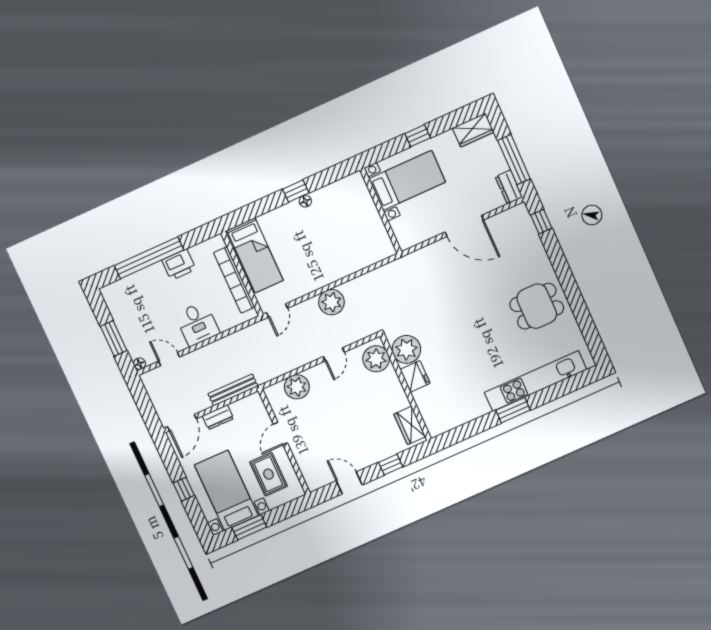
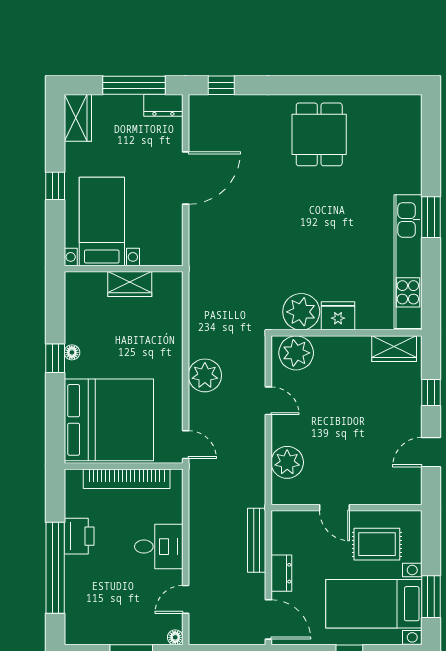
wardrobe: (372, 220) -> (130, 284), added
bed: (255, 255) -> (109, 420), width x2.04
kitchen unit: (536, 381) -> (408, 262), moved

